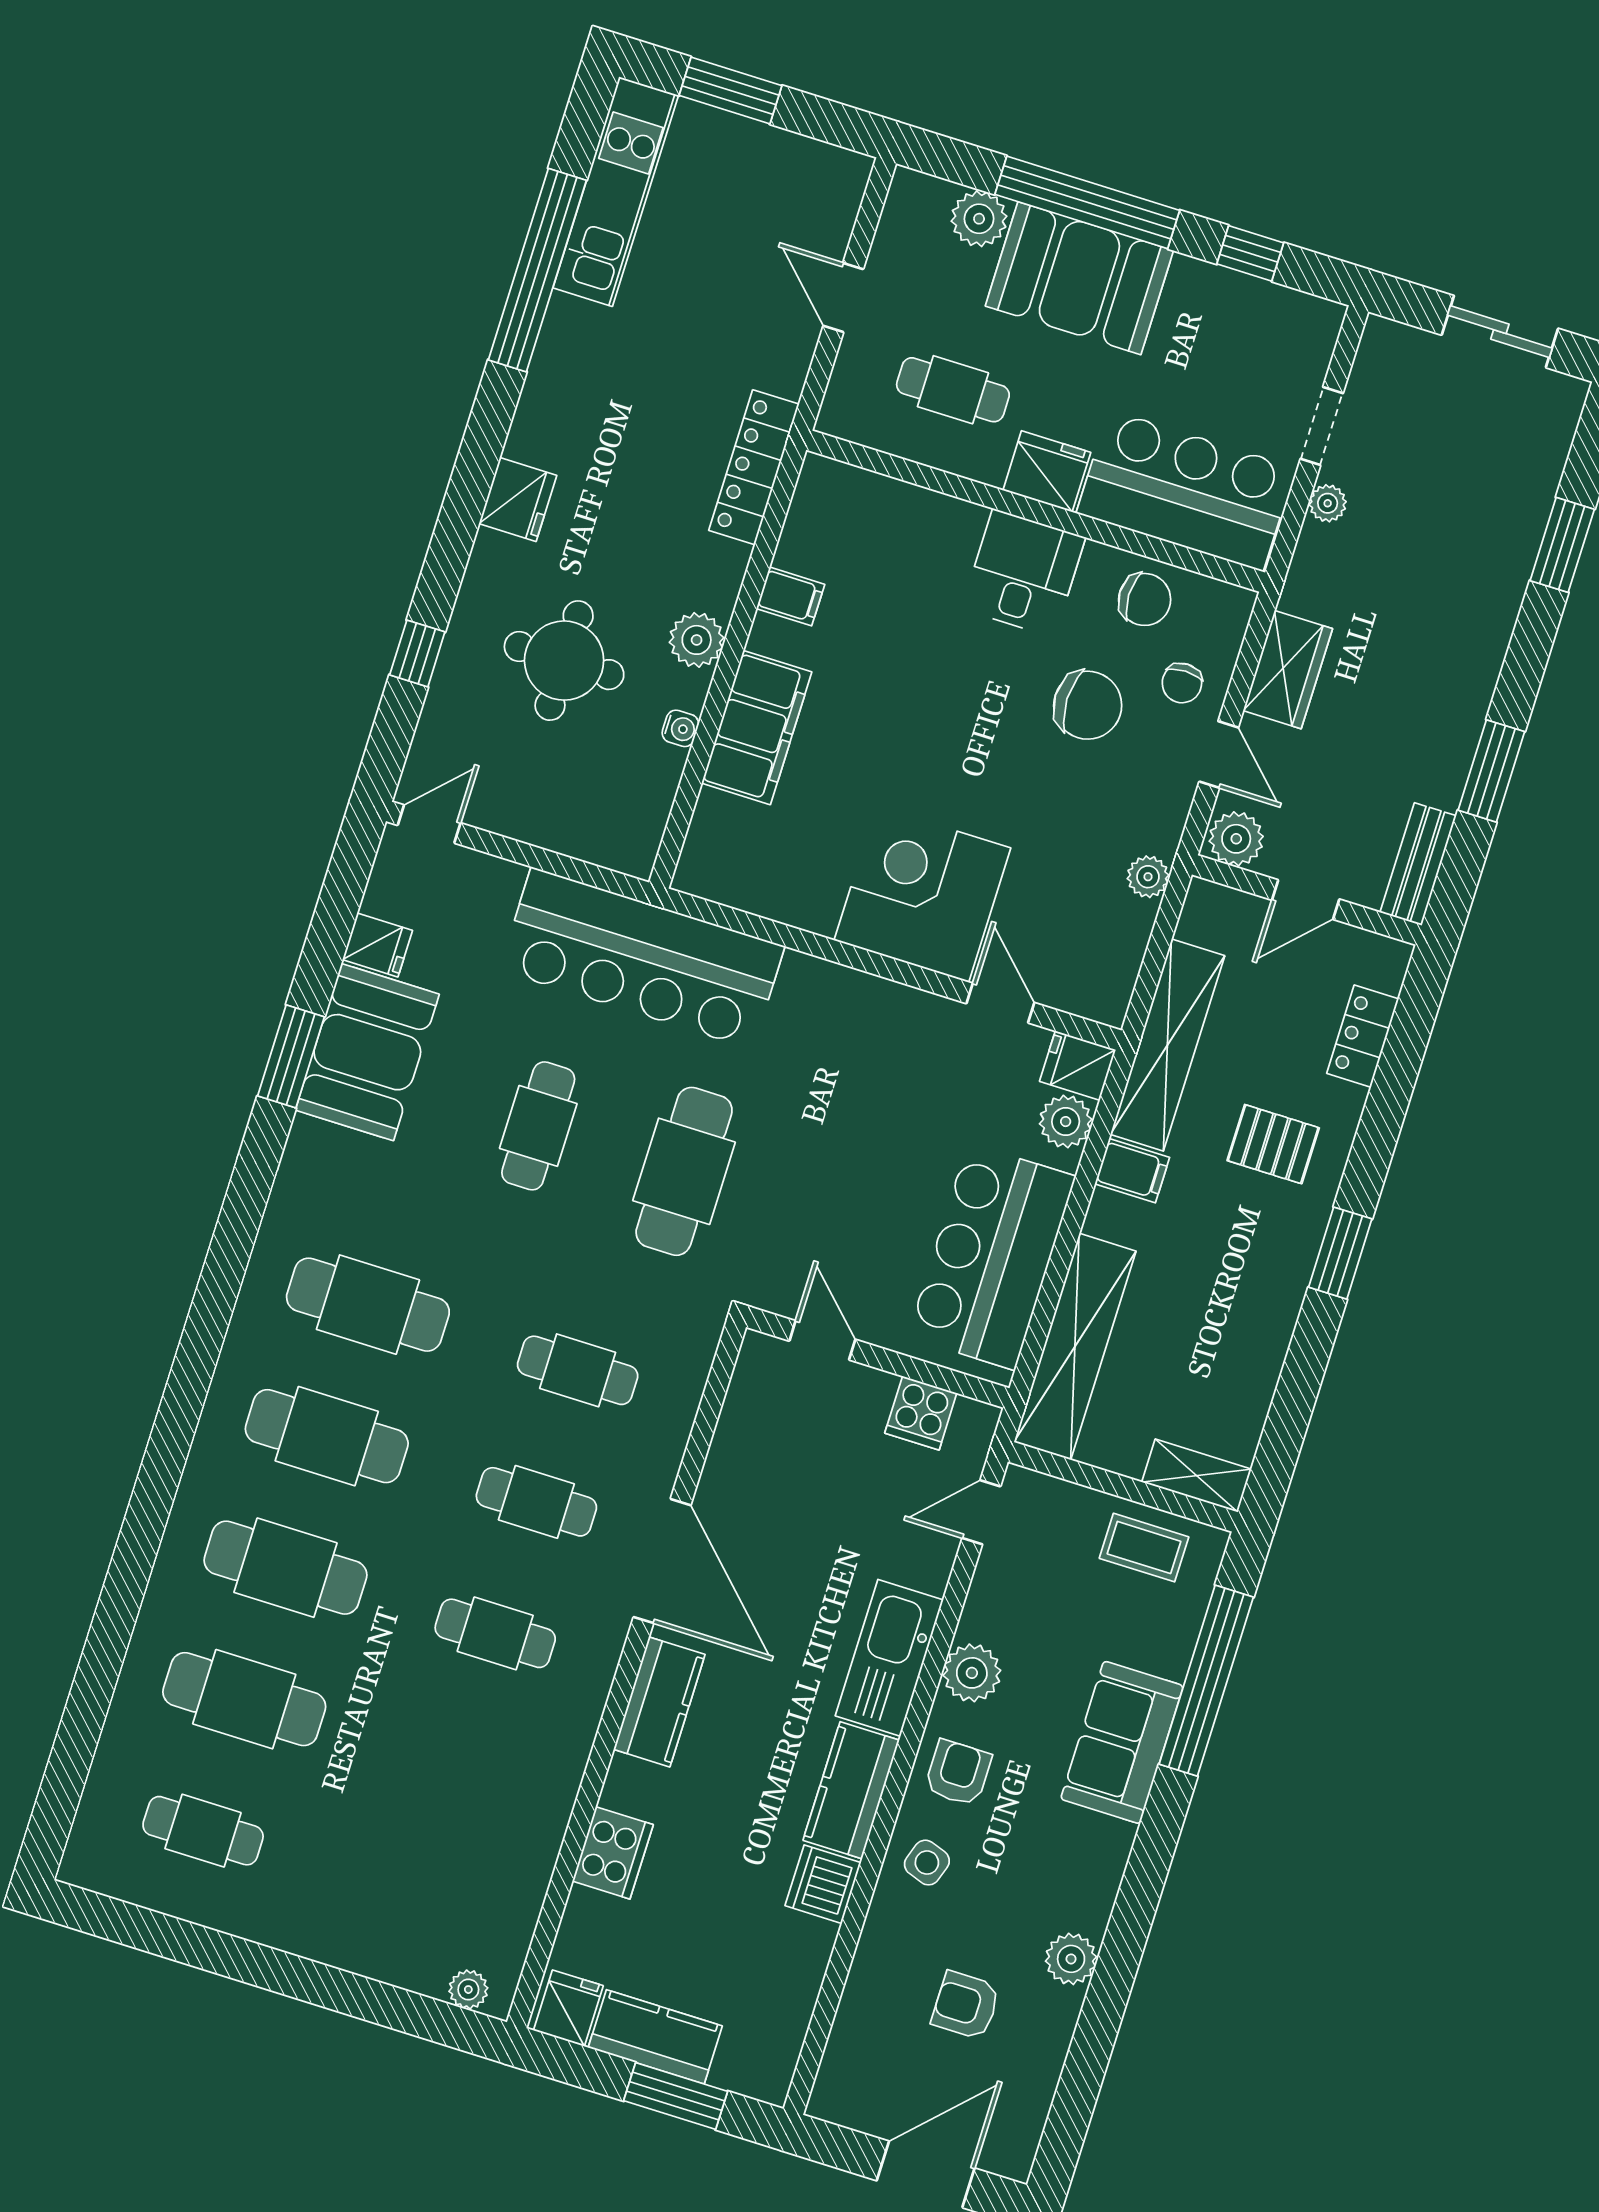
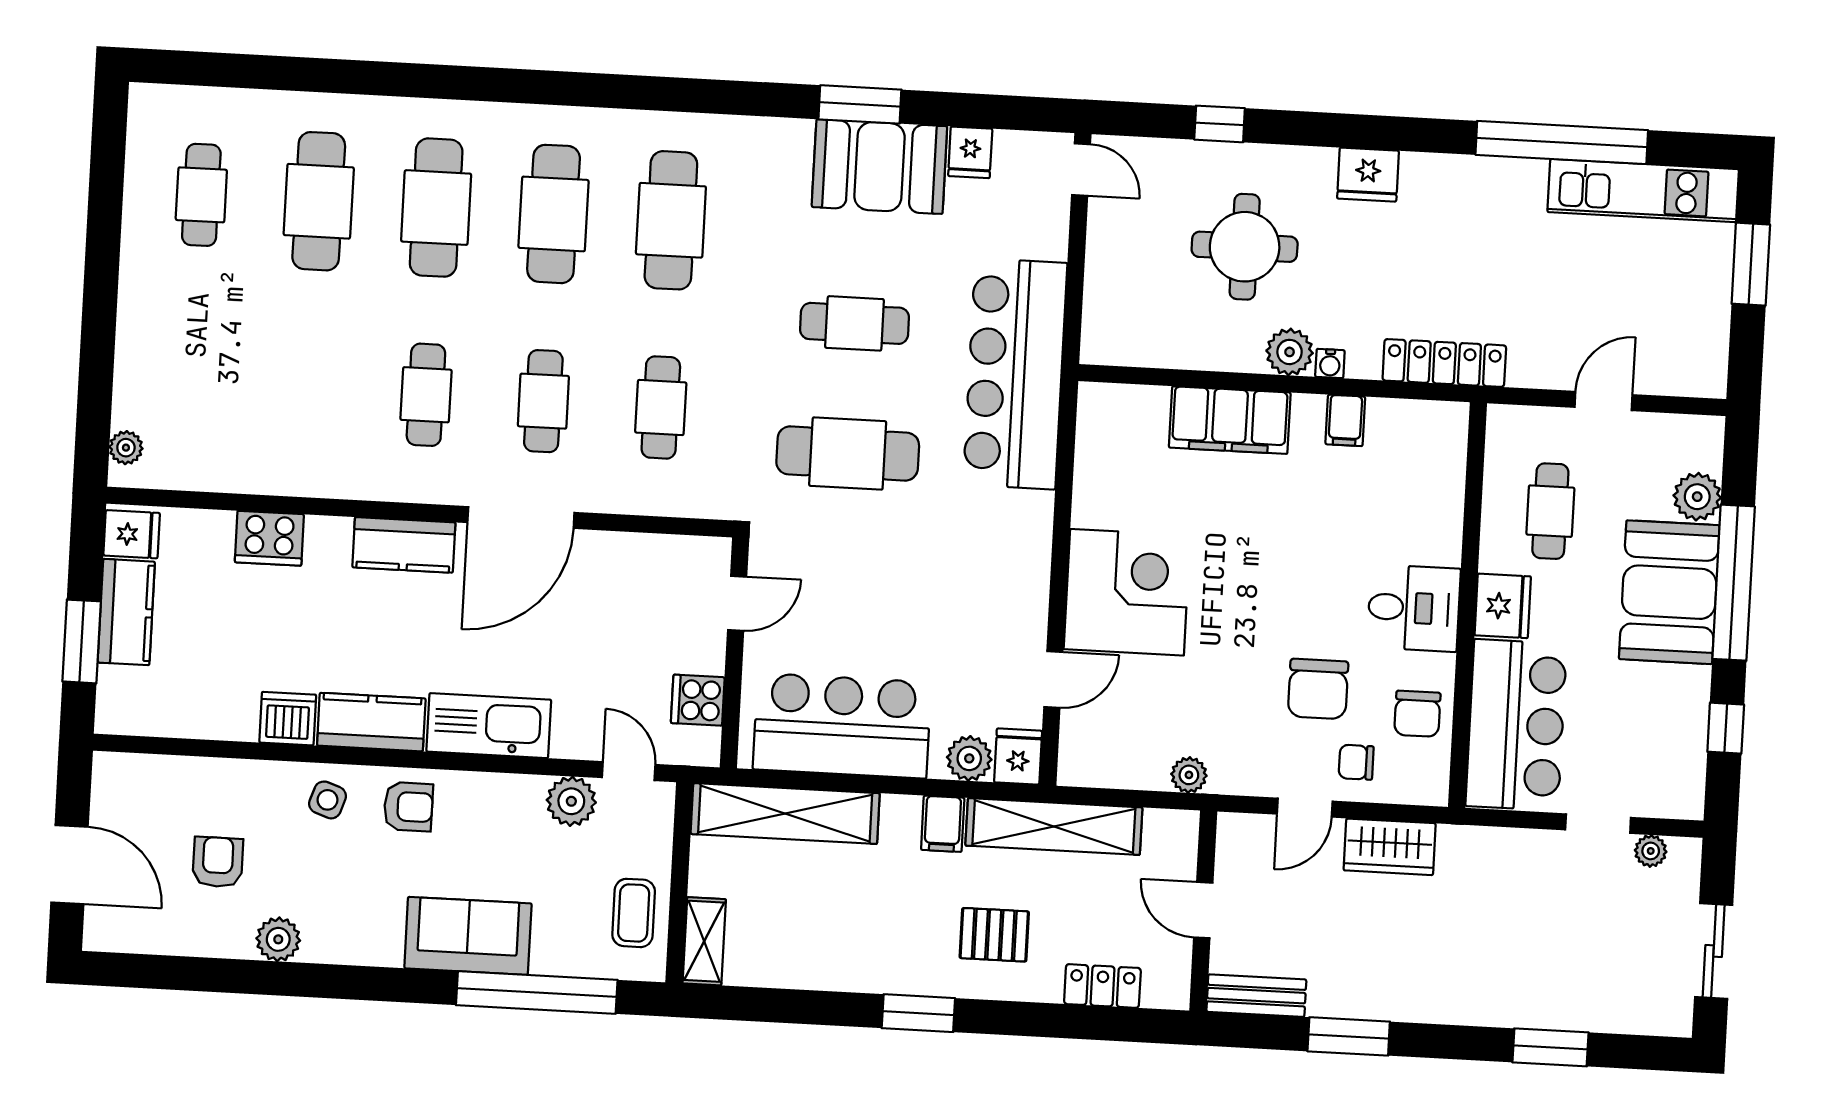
plant: (1328, 503) -> (1651, 851), moved
water cooler: (680, 728) -> (1330, 364), moved
plant: (1236, 839) -> (1239, 840), removed
pallet: (1273, 1144) -> (994, 935), turned 90
plant: (972, 1673) -> (571, 801), moved

